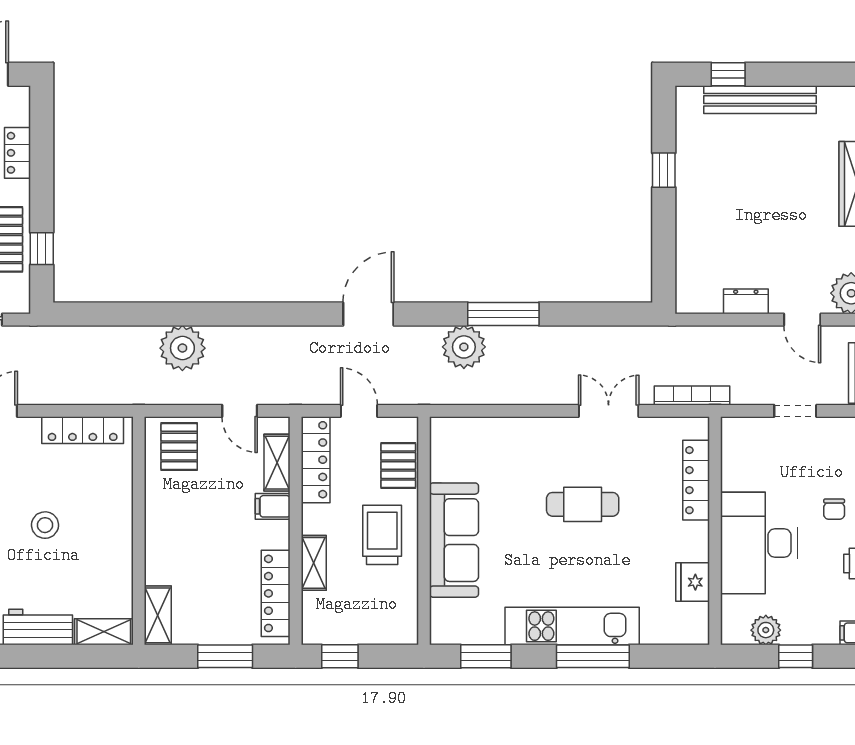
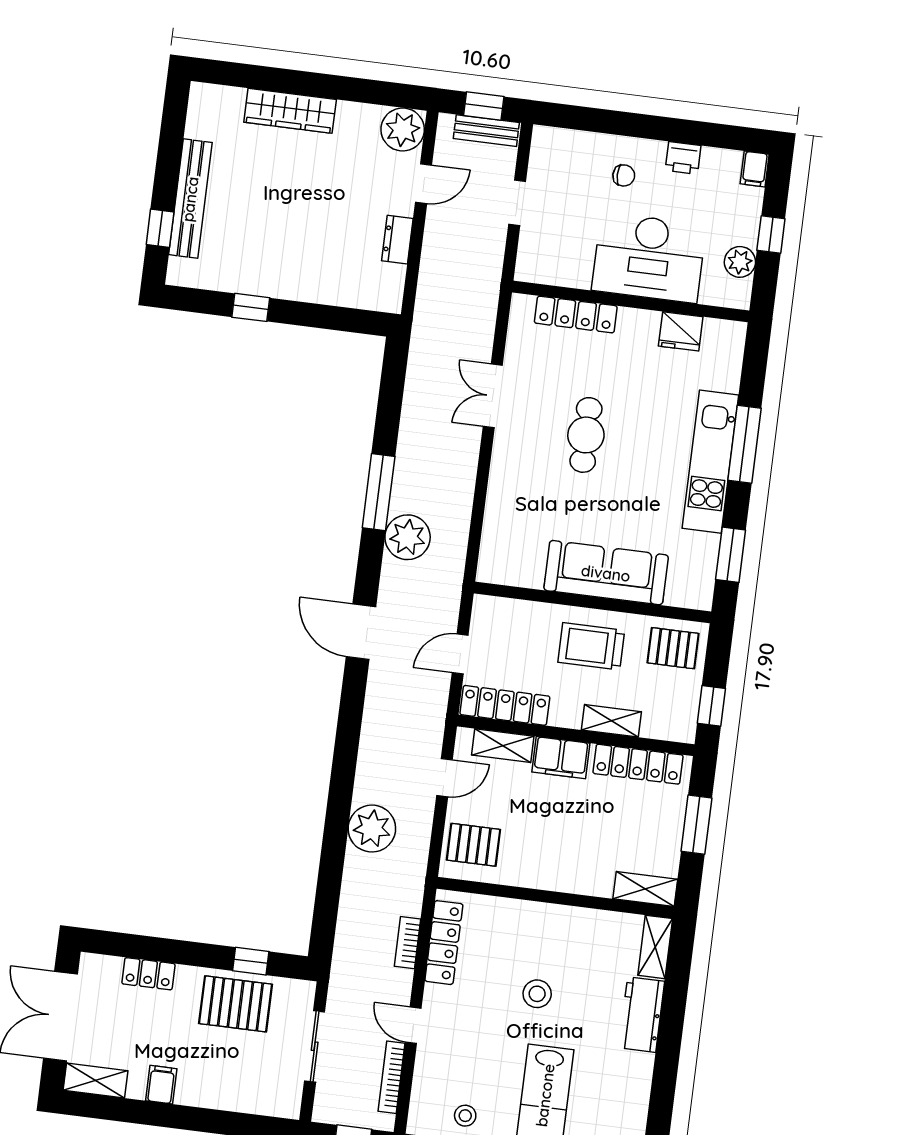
bookcase: (692, 396) -> (407, 943), moved, width x0.64
pallet: (398, 465) -> (673, 648), moved
filing cabinet: (273, 506) -> (561, 758), width x2.00

